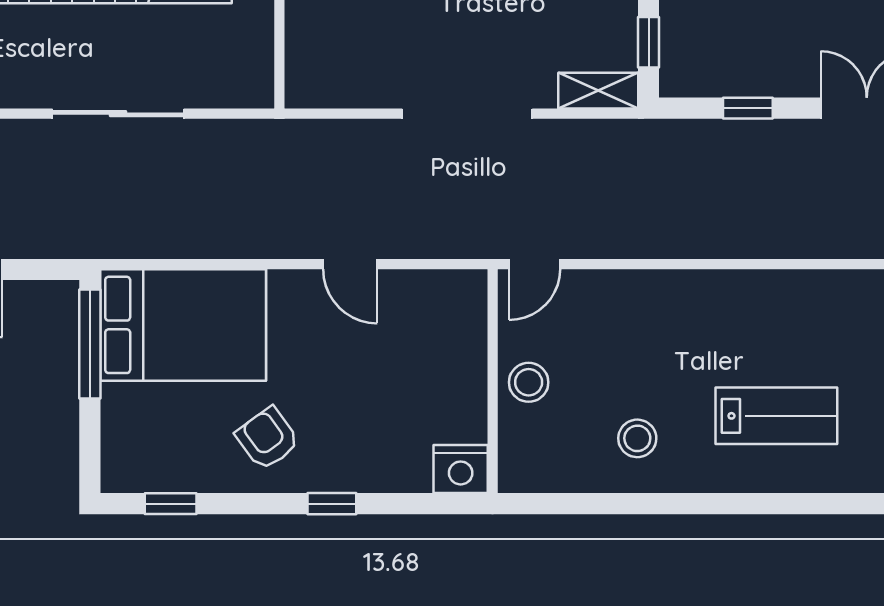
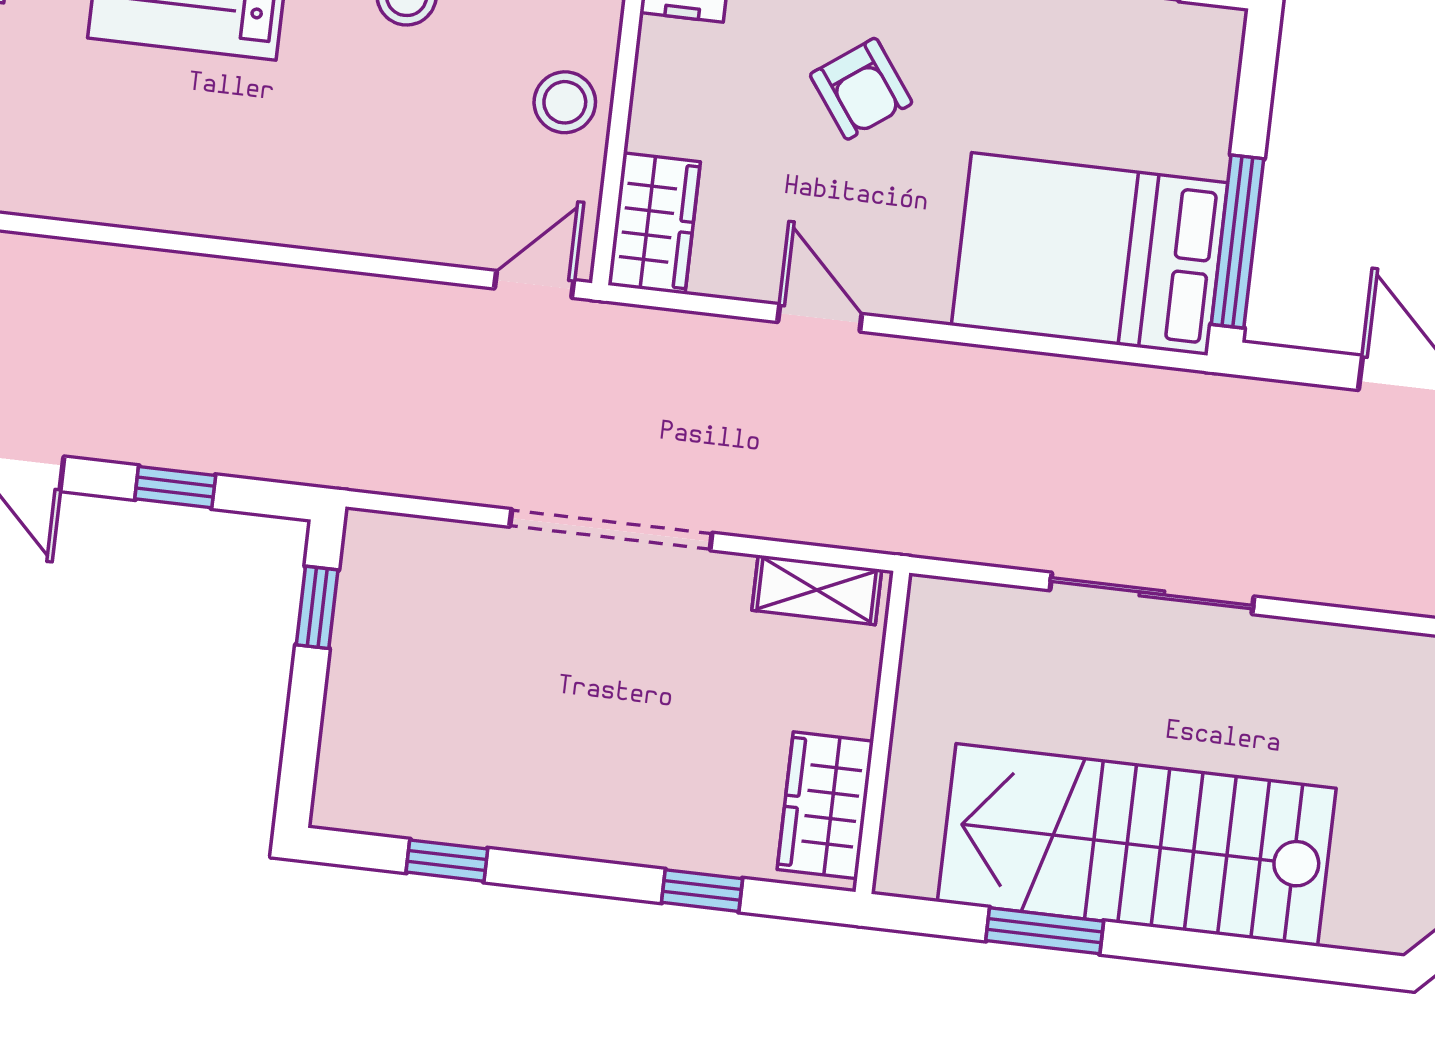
shelving: (598, 91) -> (817, 590), moved
wardrobe: (463, 312) -> (654, 223), added
armchair: (267, 438) -> (861, 89), moved

